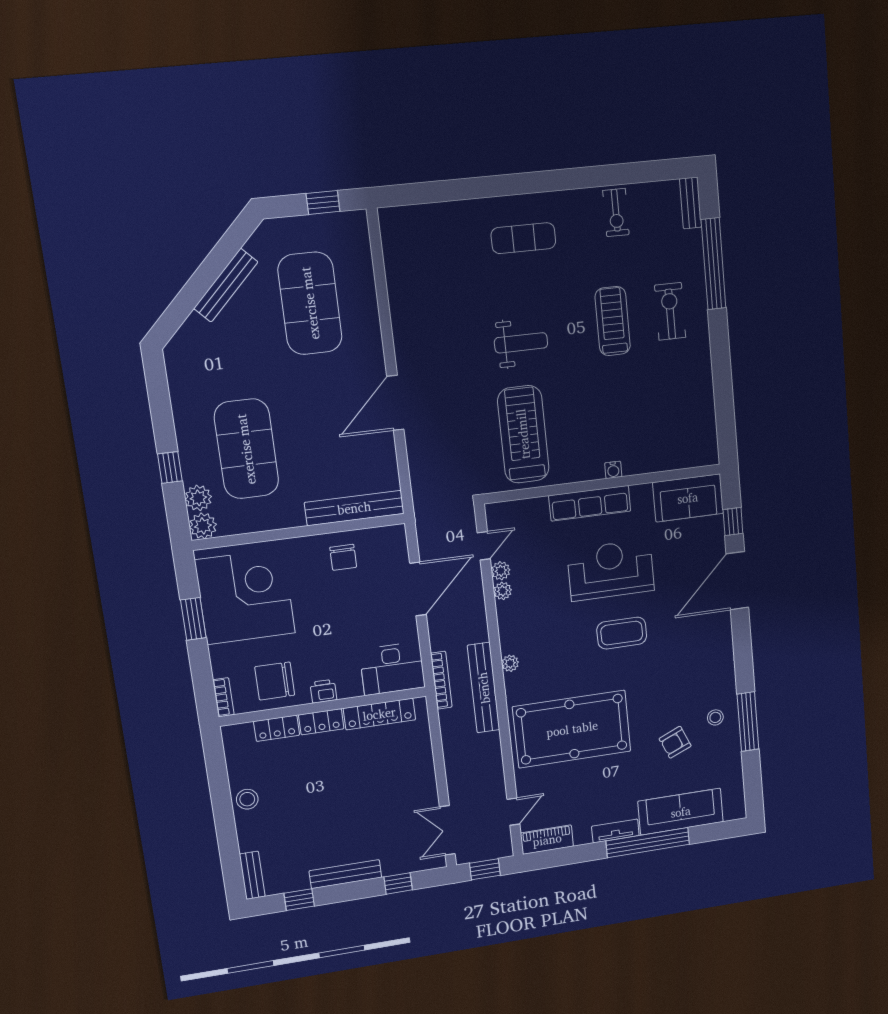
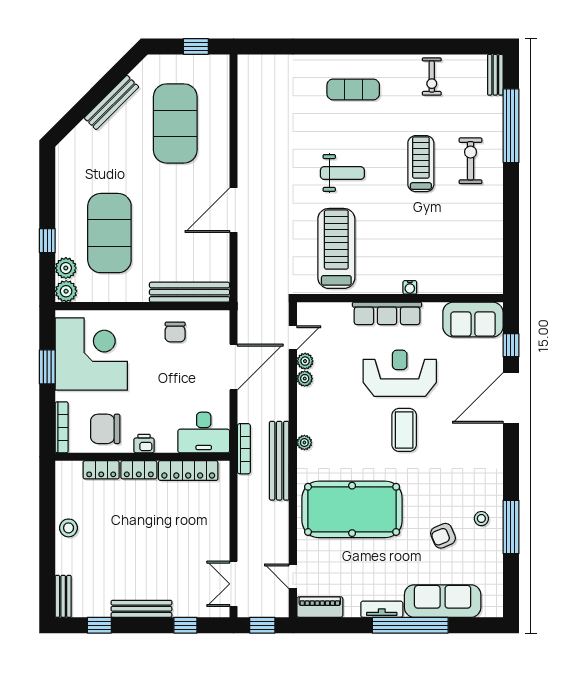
coffee table: (622, 633) -> (404, 430), turned 90
bookcase: (223, 697) -> (62, 427), width x1.56
door: (513, 812) -> (293, 576), swing flipped

